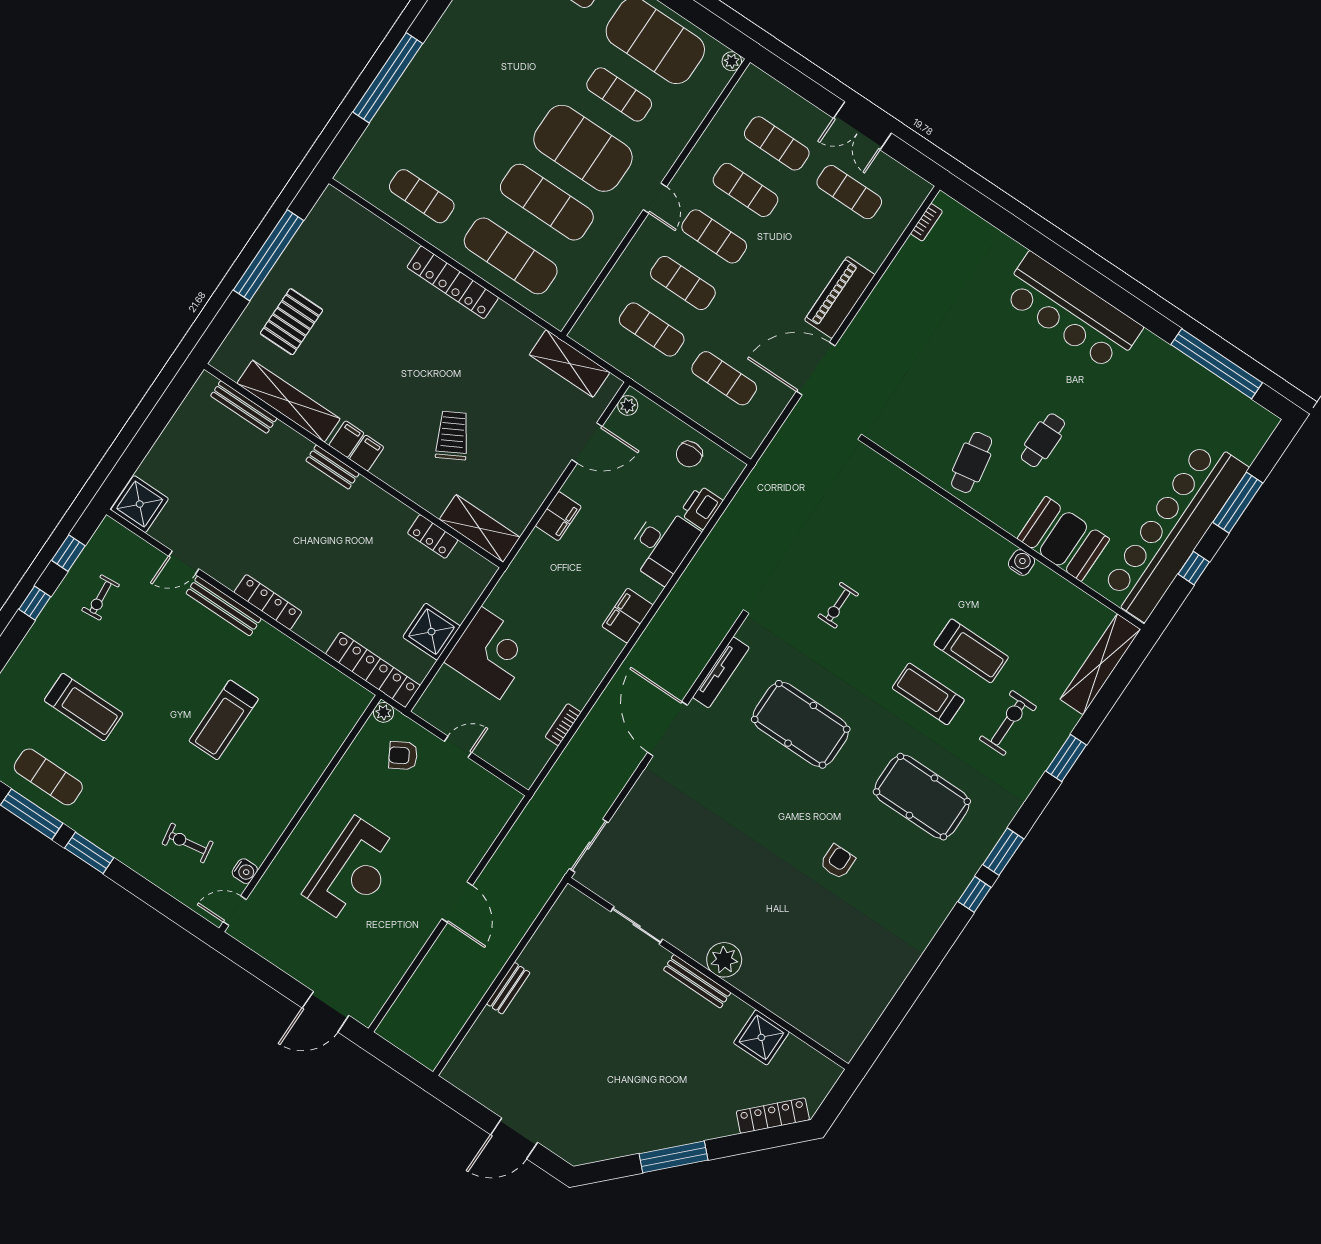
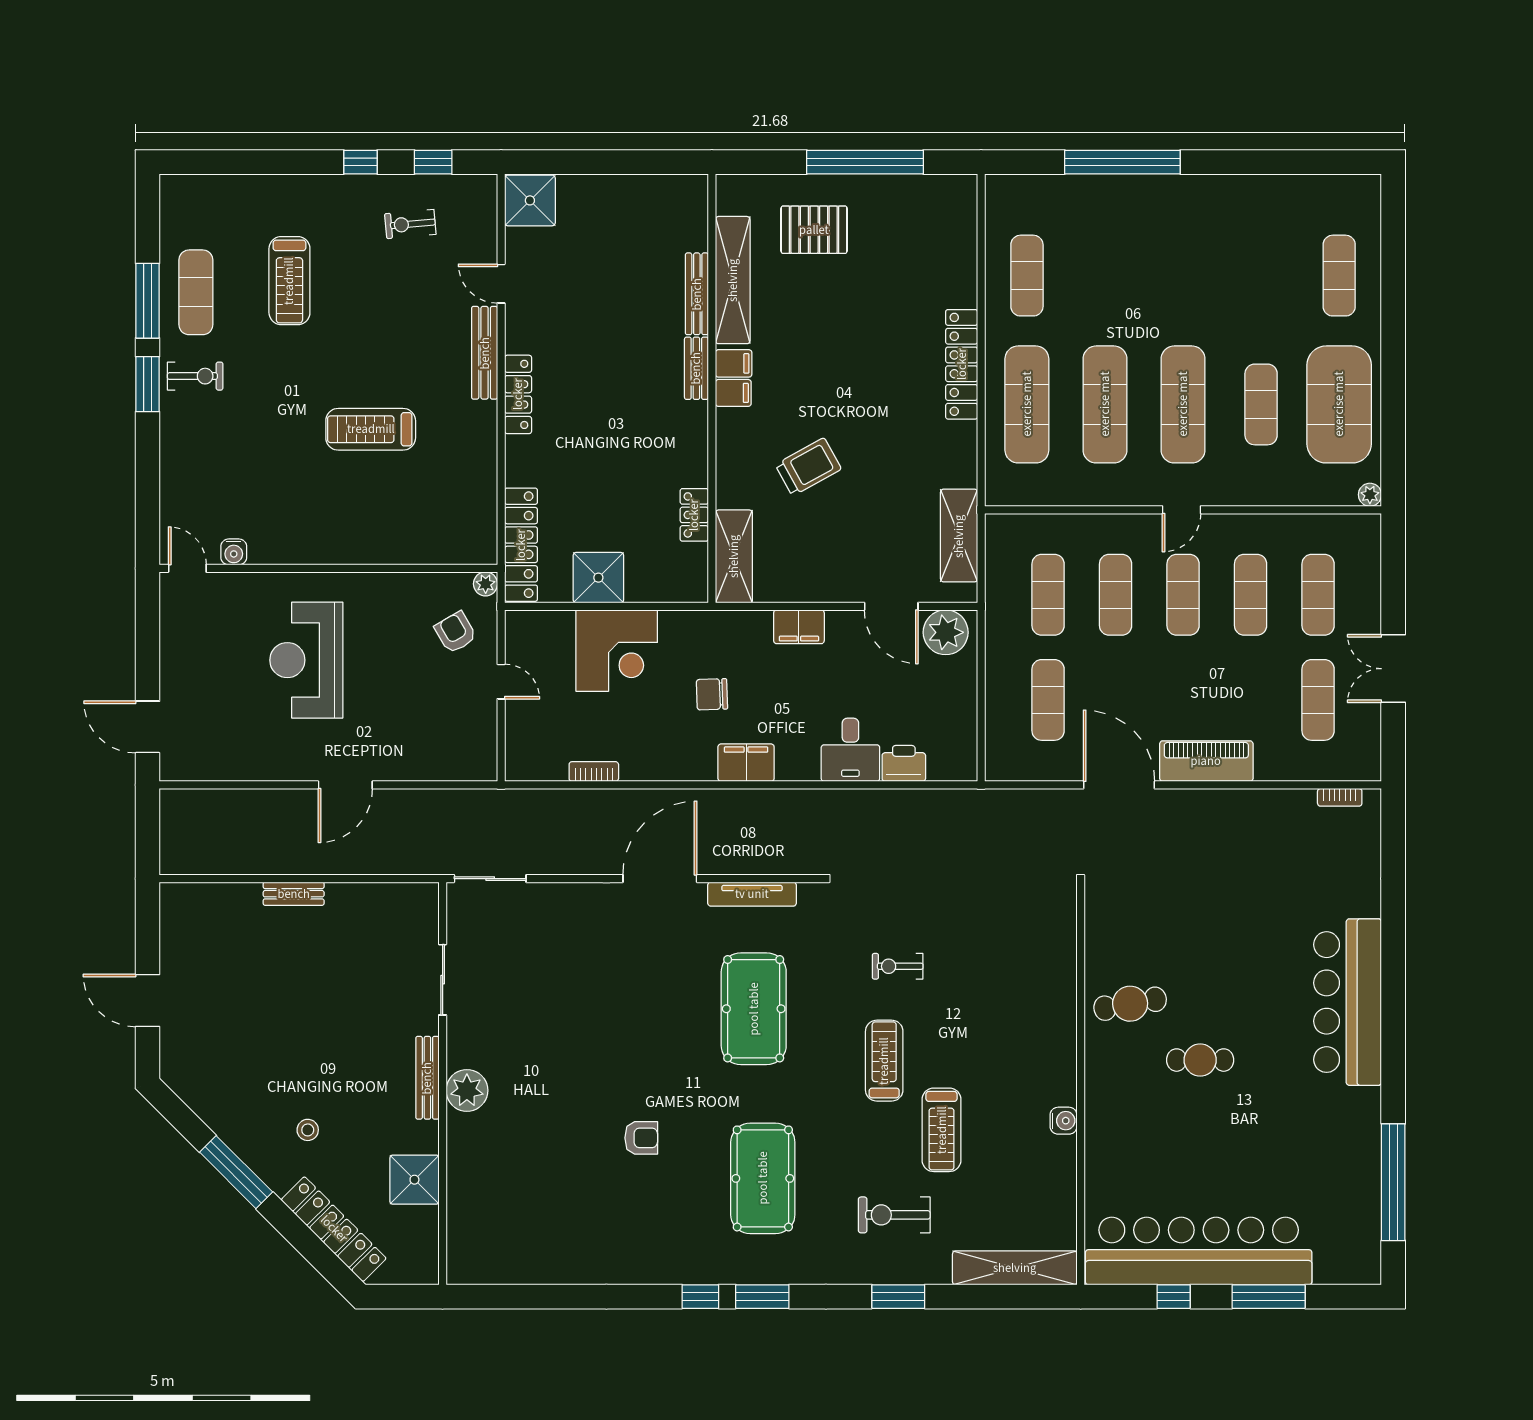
exercise mat: (583, 148) -> (1183, 404), width x0.68
plant: (628, 405) -> (946, 632), width x1.87, depth x1.87
bench: (244, 407) -> (697, 294), moved
chair: (689, 454) -> (712, 694), moved
booth: (1063, 539) -> (1115, 1147), removed
desk: (662, 545) -> (850, 750), width x0.73
treadmill: (928, 694) -> (884, 1061), moved
exercise bike: (1008, 723) -> (894, 1215), turned 180
exercise bike: (188, 843) -> (195, 376), moved, turned 99
reception desk: (353, 871) -> (306, 660), turned 90
stool: (678, 1088) -> (308, 1130), added
locker: (773, 1116) -> (334, 1229), width x1.41, depth x1.21

